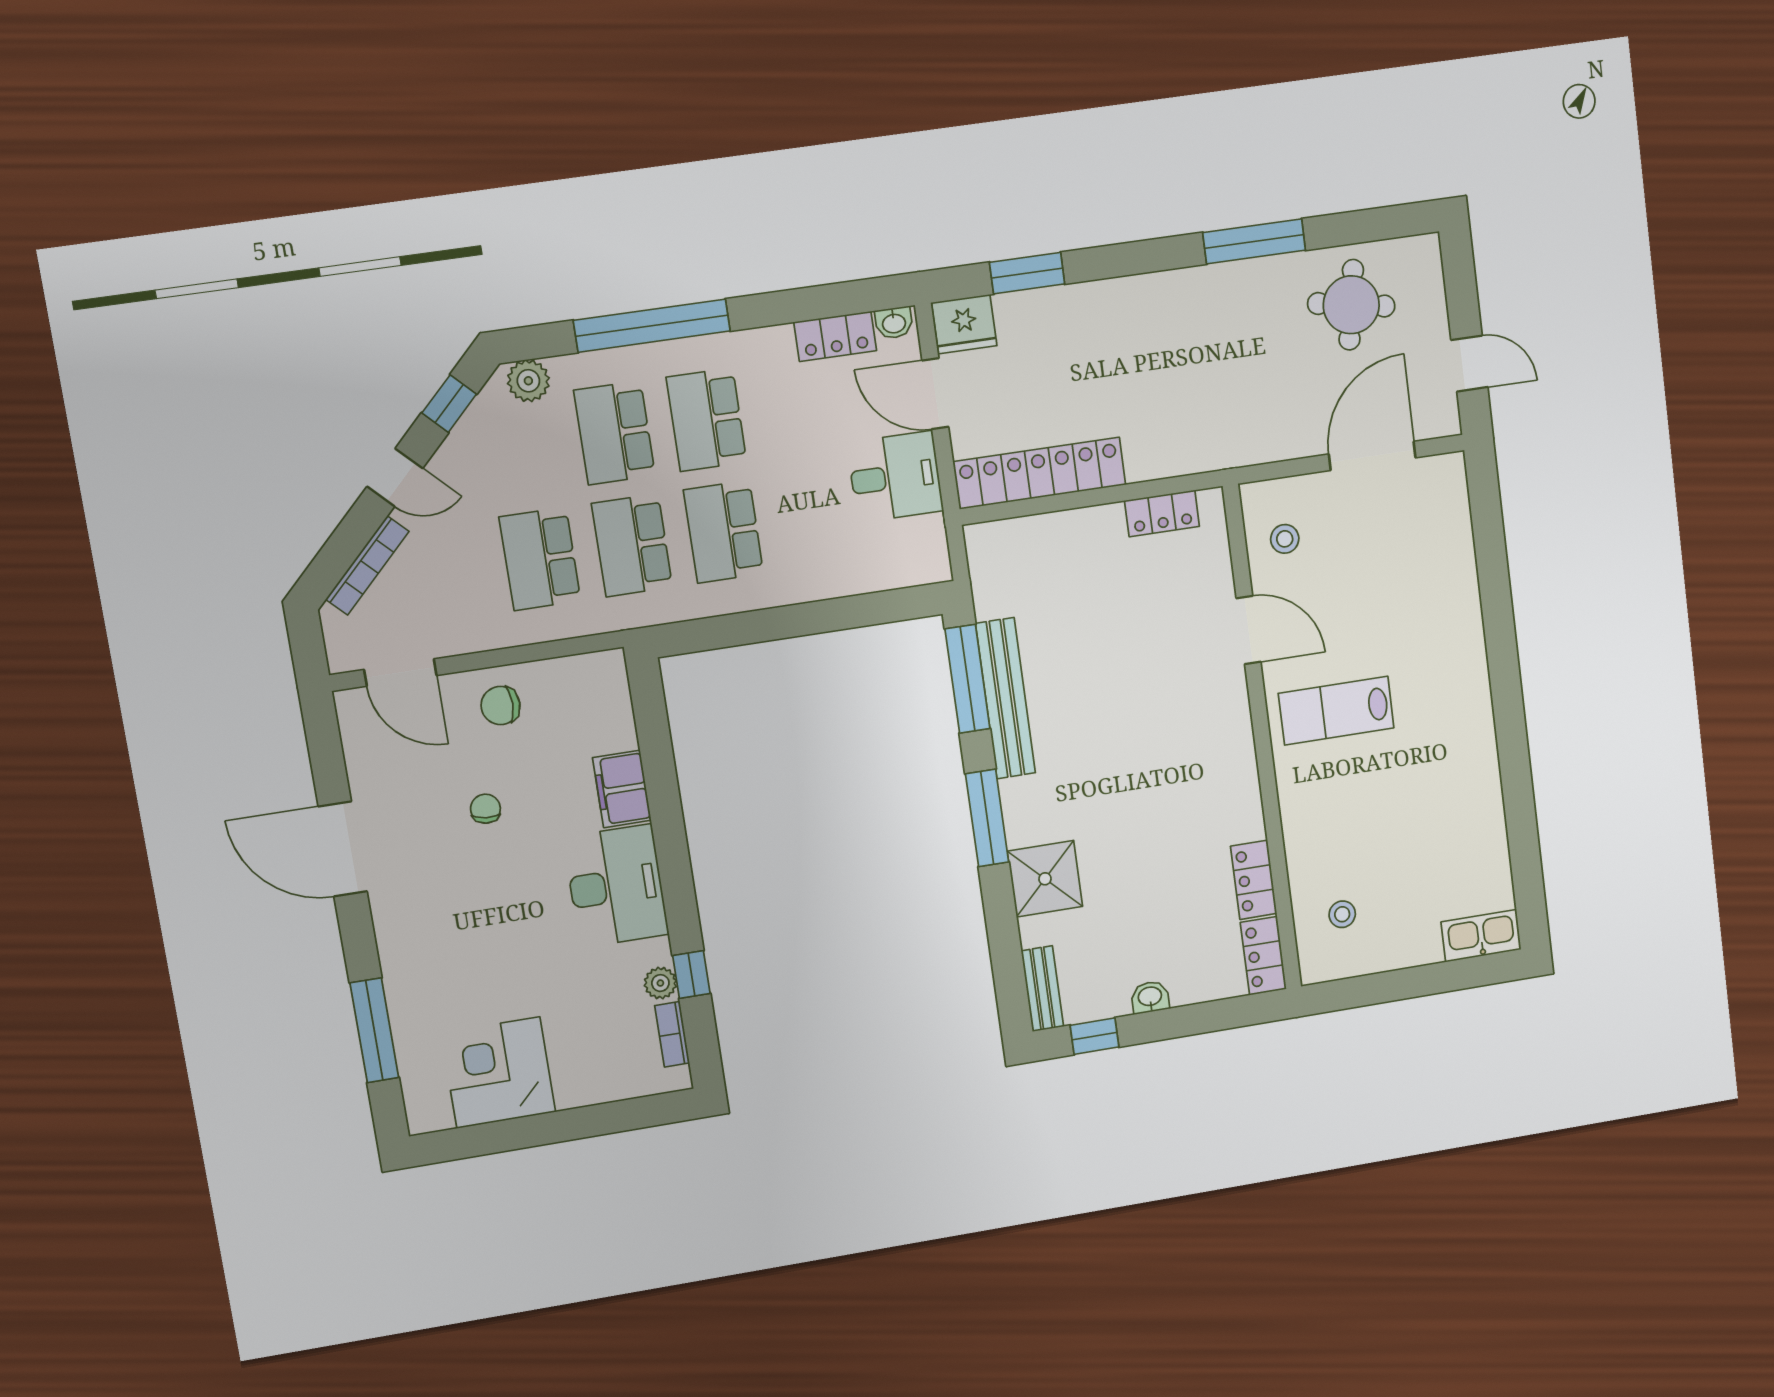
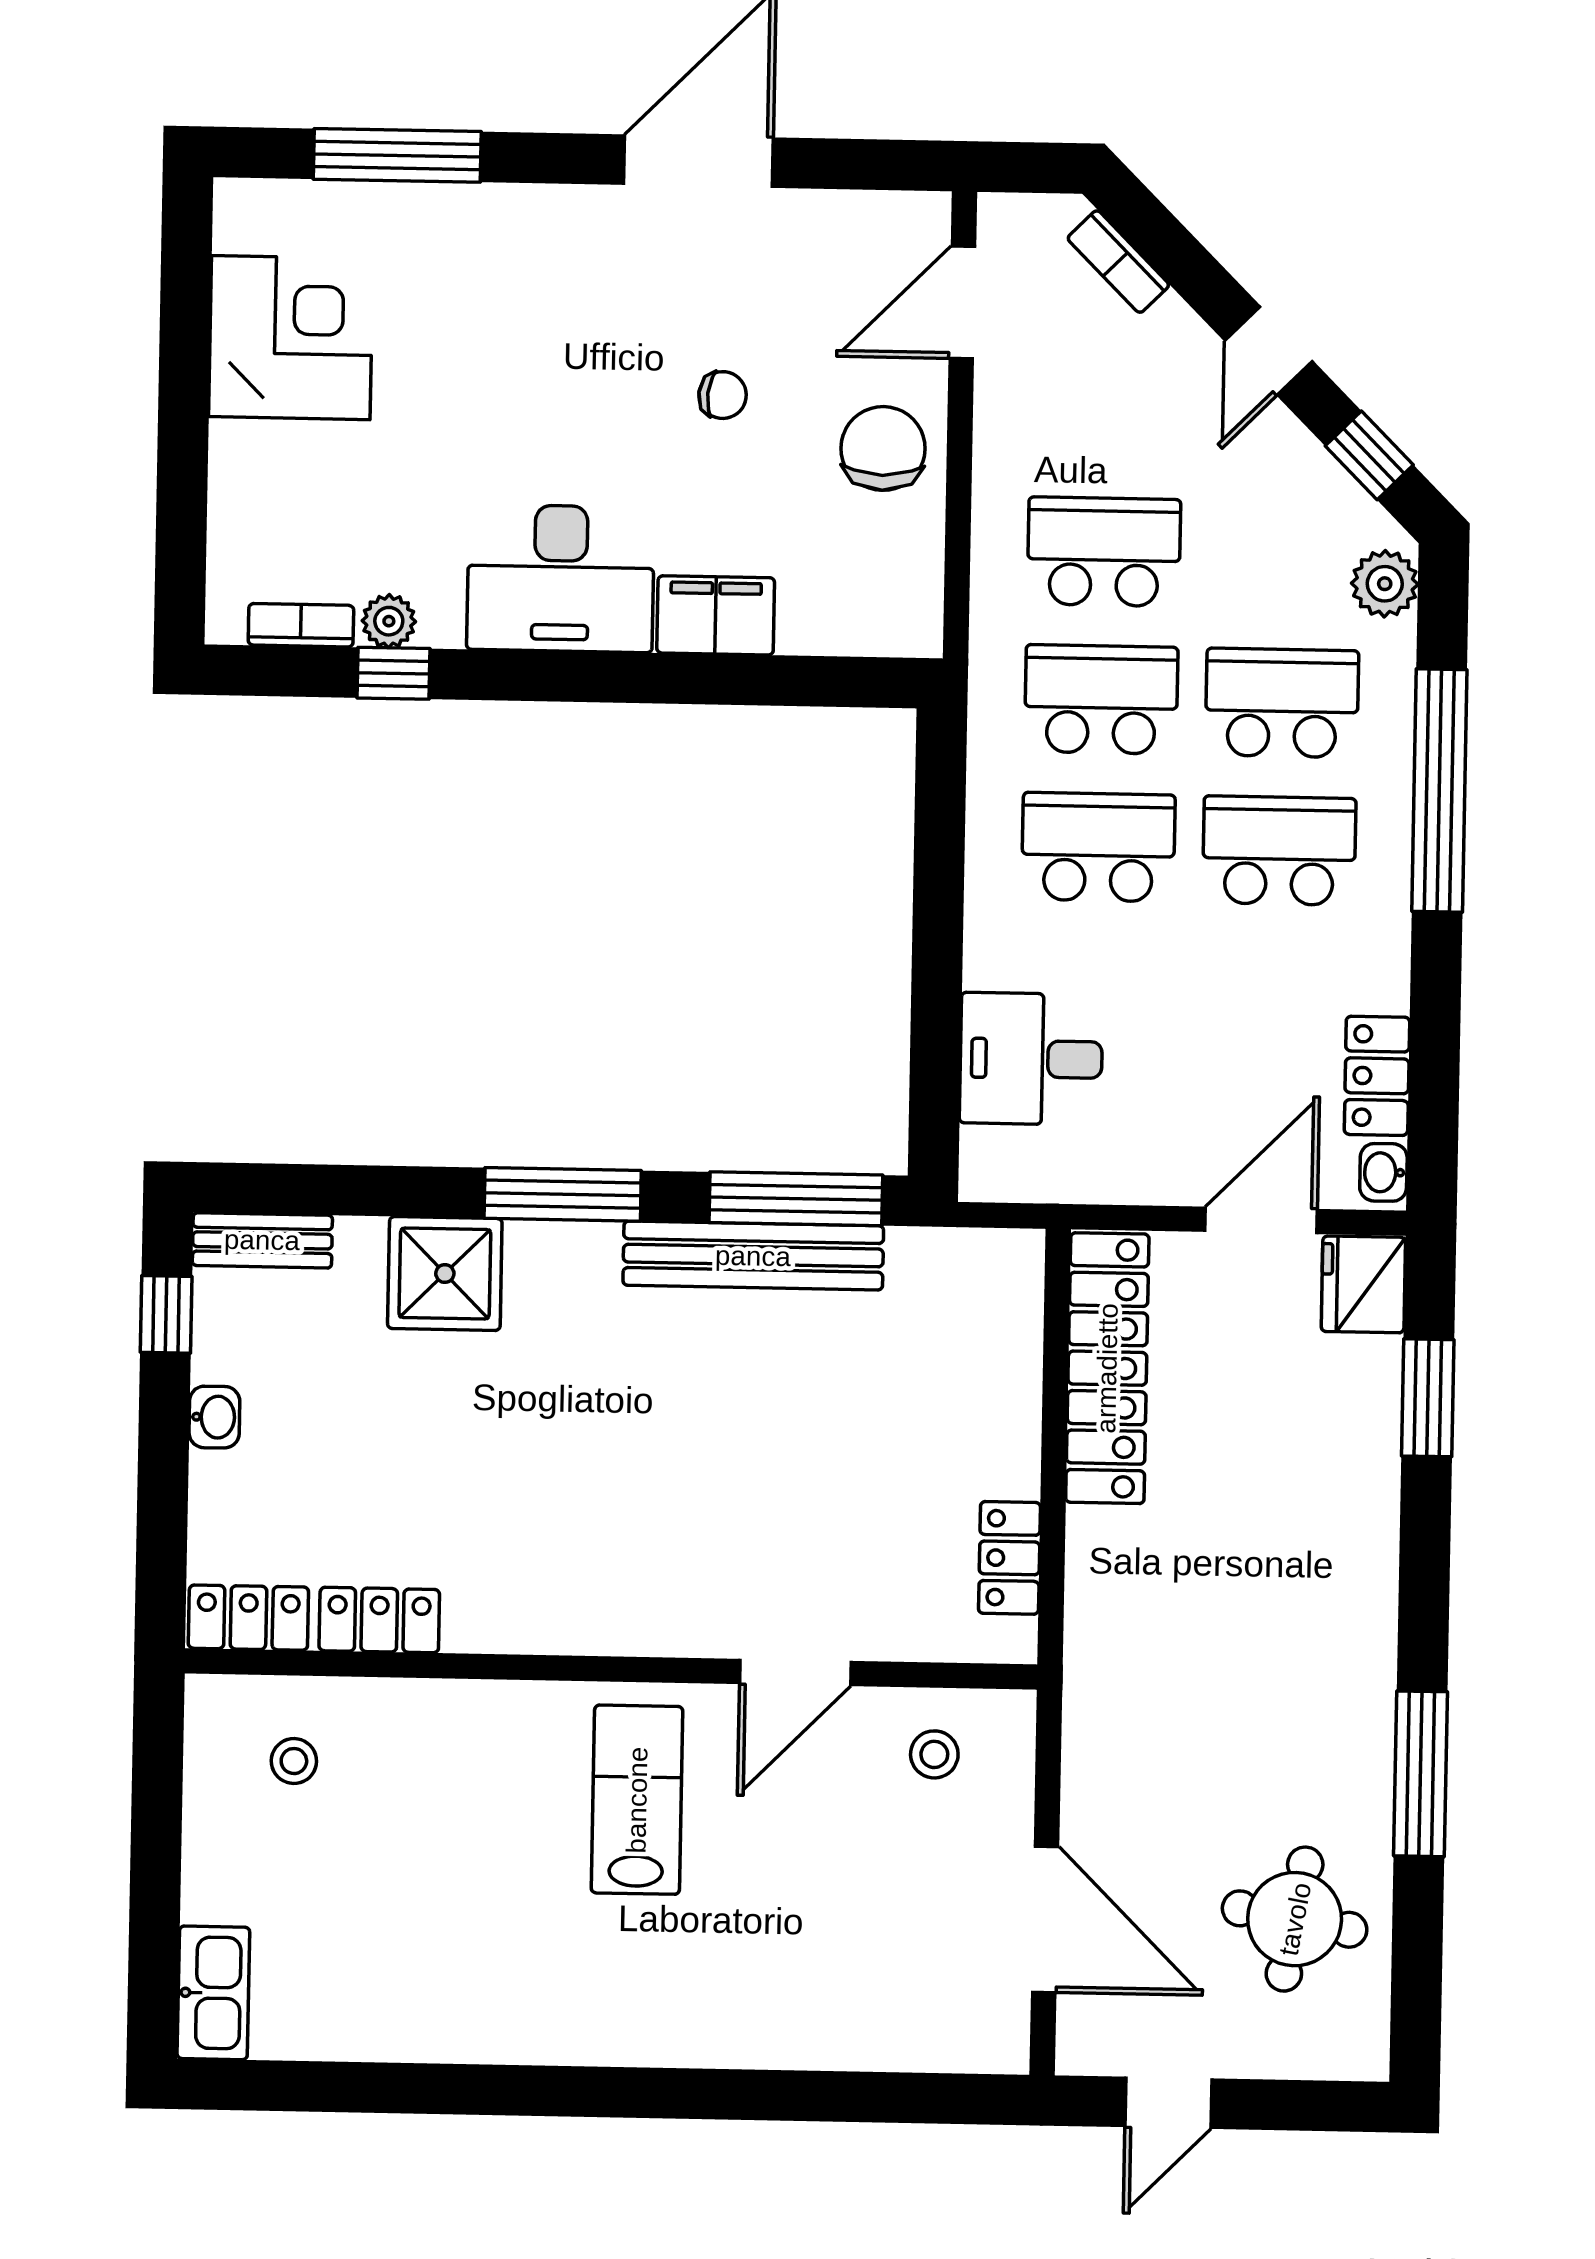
desk: (895, 477) -> (1031, 1059), moved, turned 90
bookcase: (367, 565) -> (1118, 262), width x0.64
chair: (501, 706) -> (883, 448), width x1.37, depth x1.37

